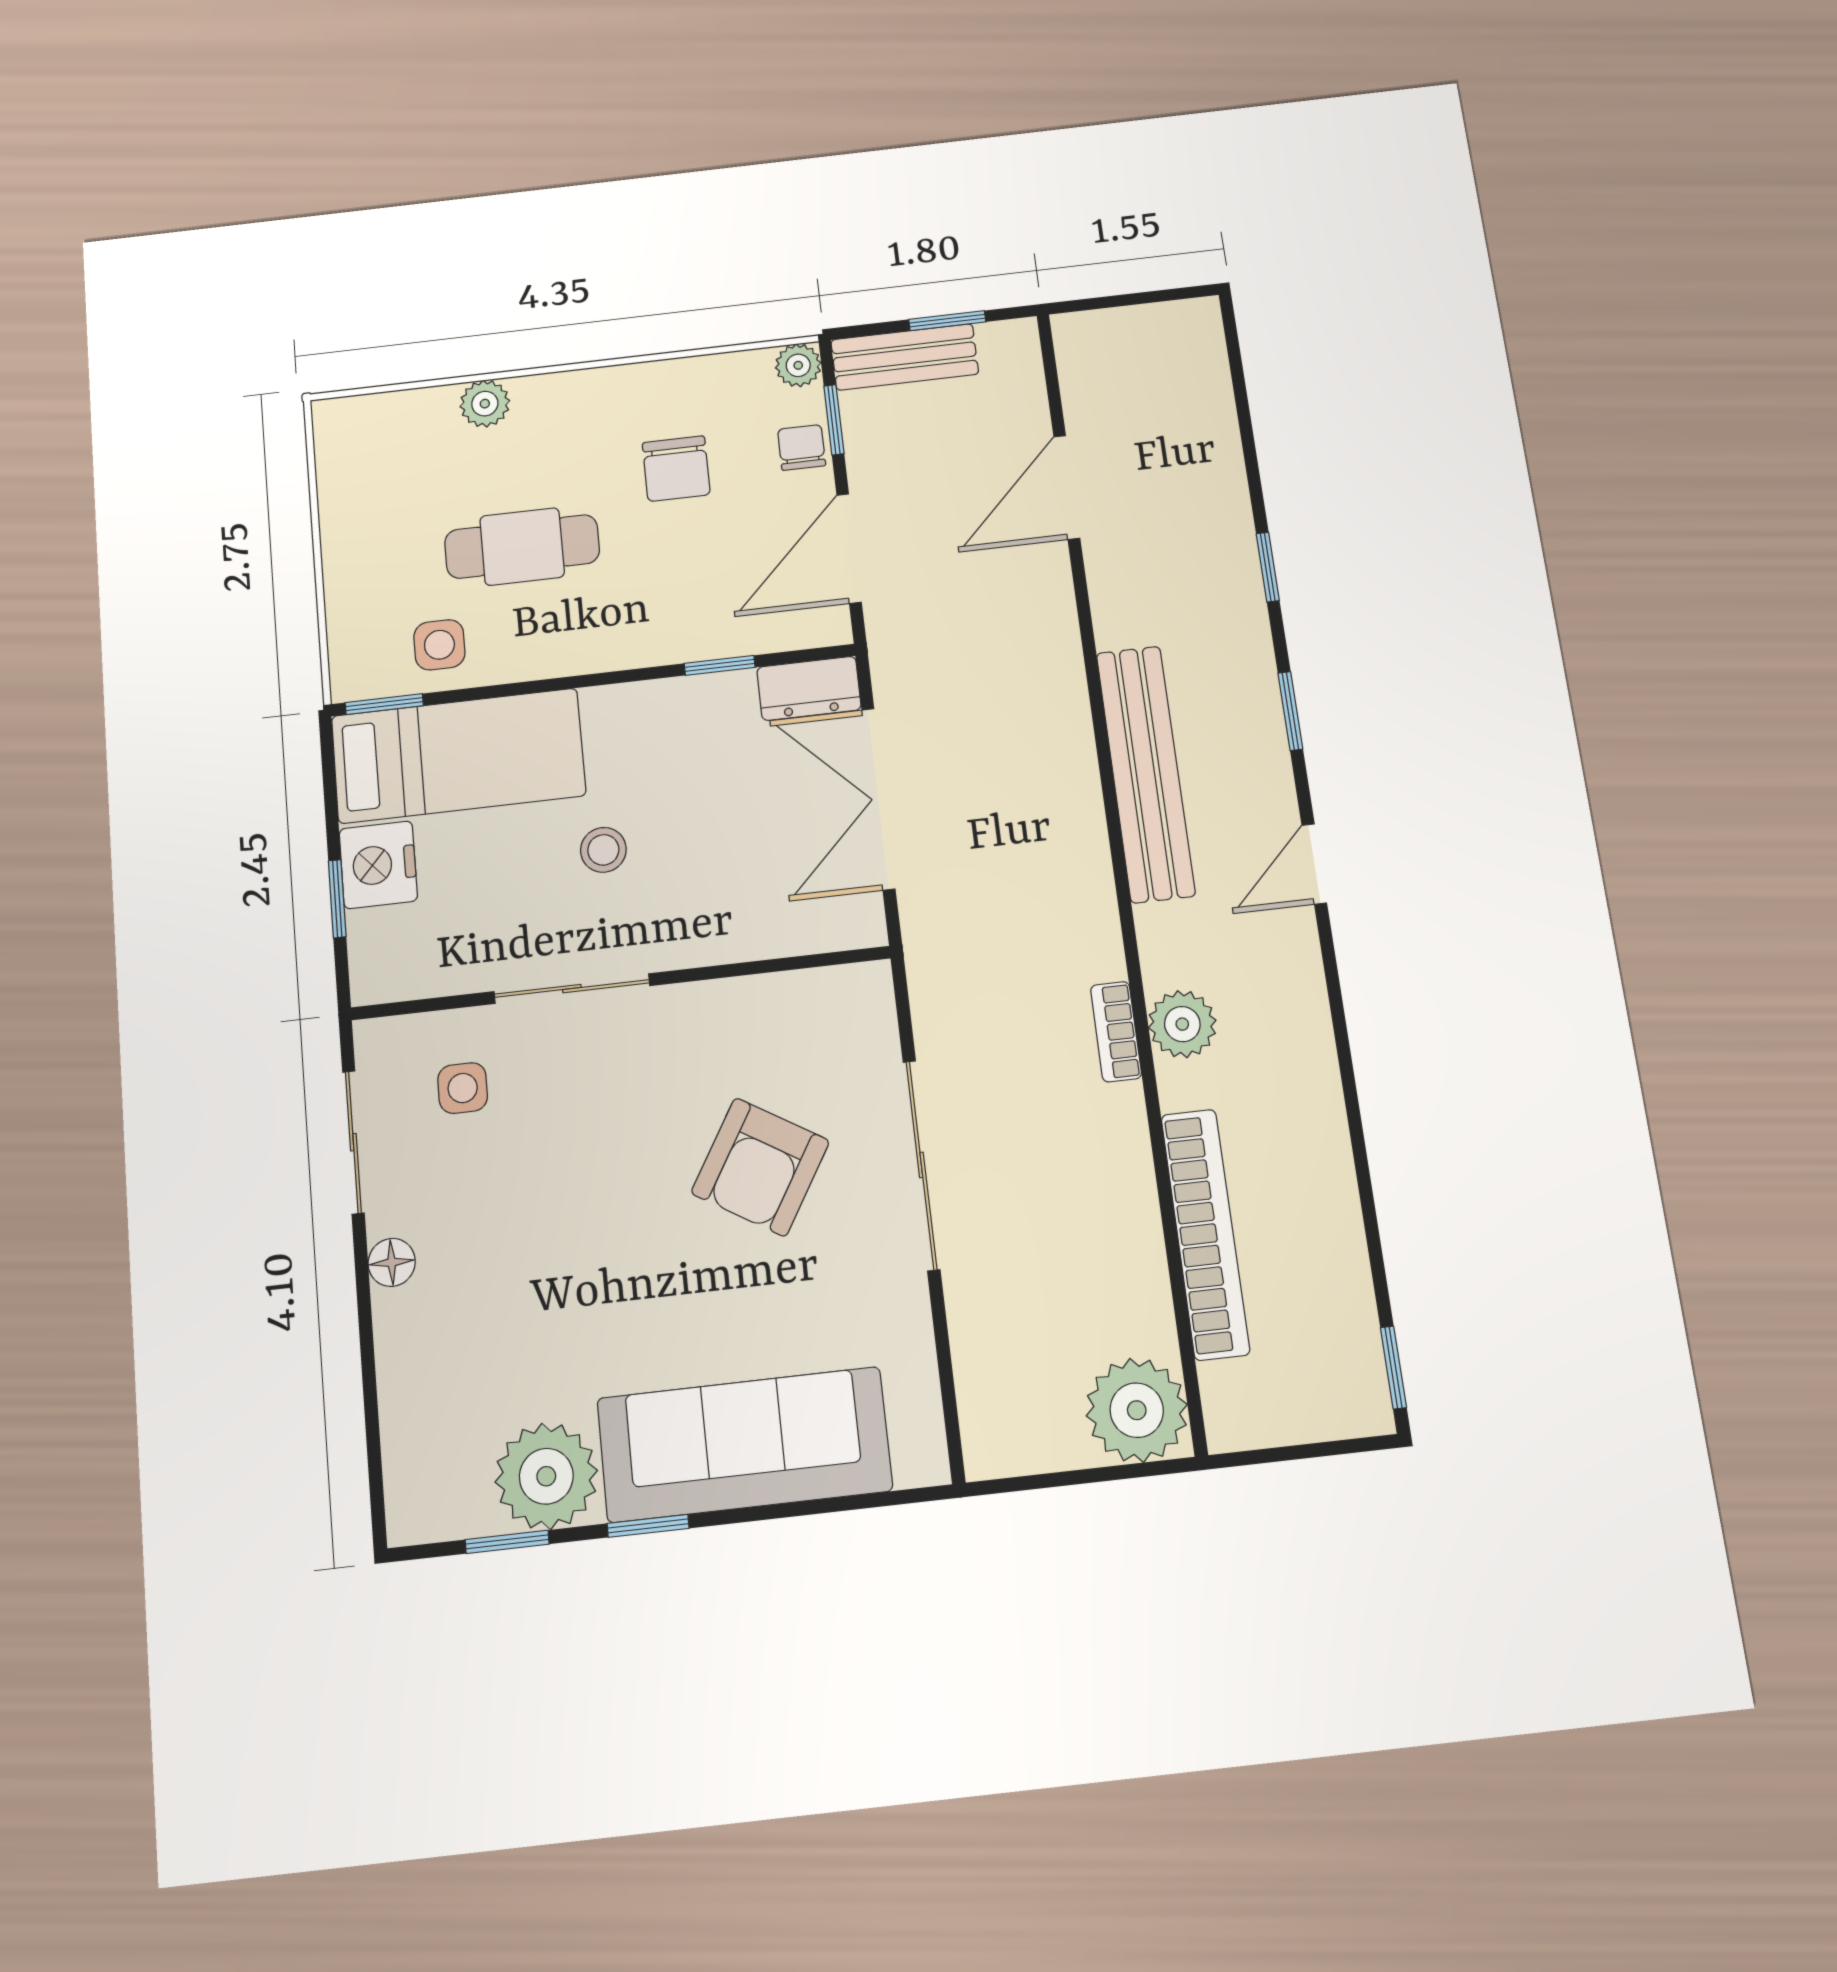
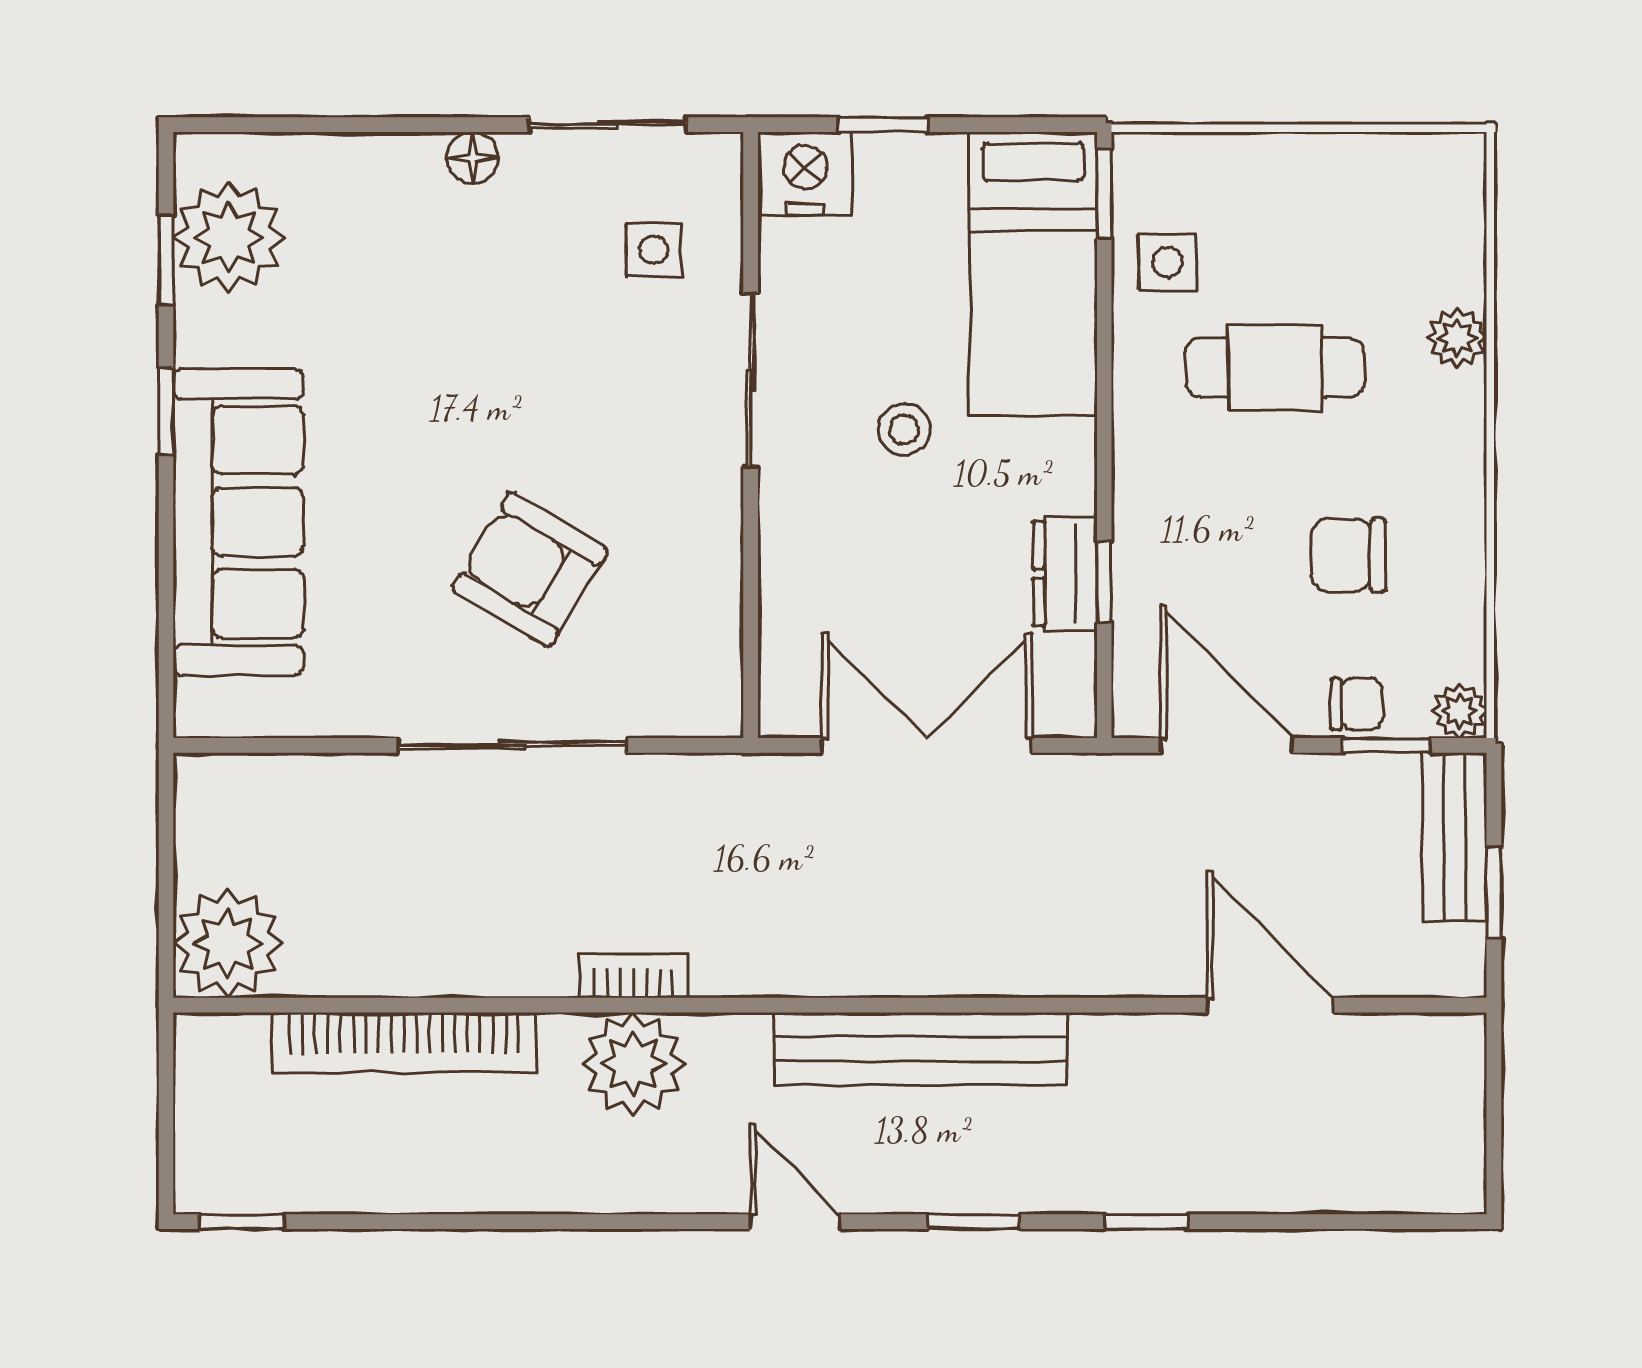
cafe table: (522, 547) -> (1275, 367), turned 90
dresser: (809, 688) -> (1065, 574), moved
nightstand: (378, 865) -> (805, 174), moved
plant: (1182, 1024) -> (633, 1064), width x1.36, depth x1.36
plant: (546, 1476) -> (229, 237), moved

